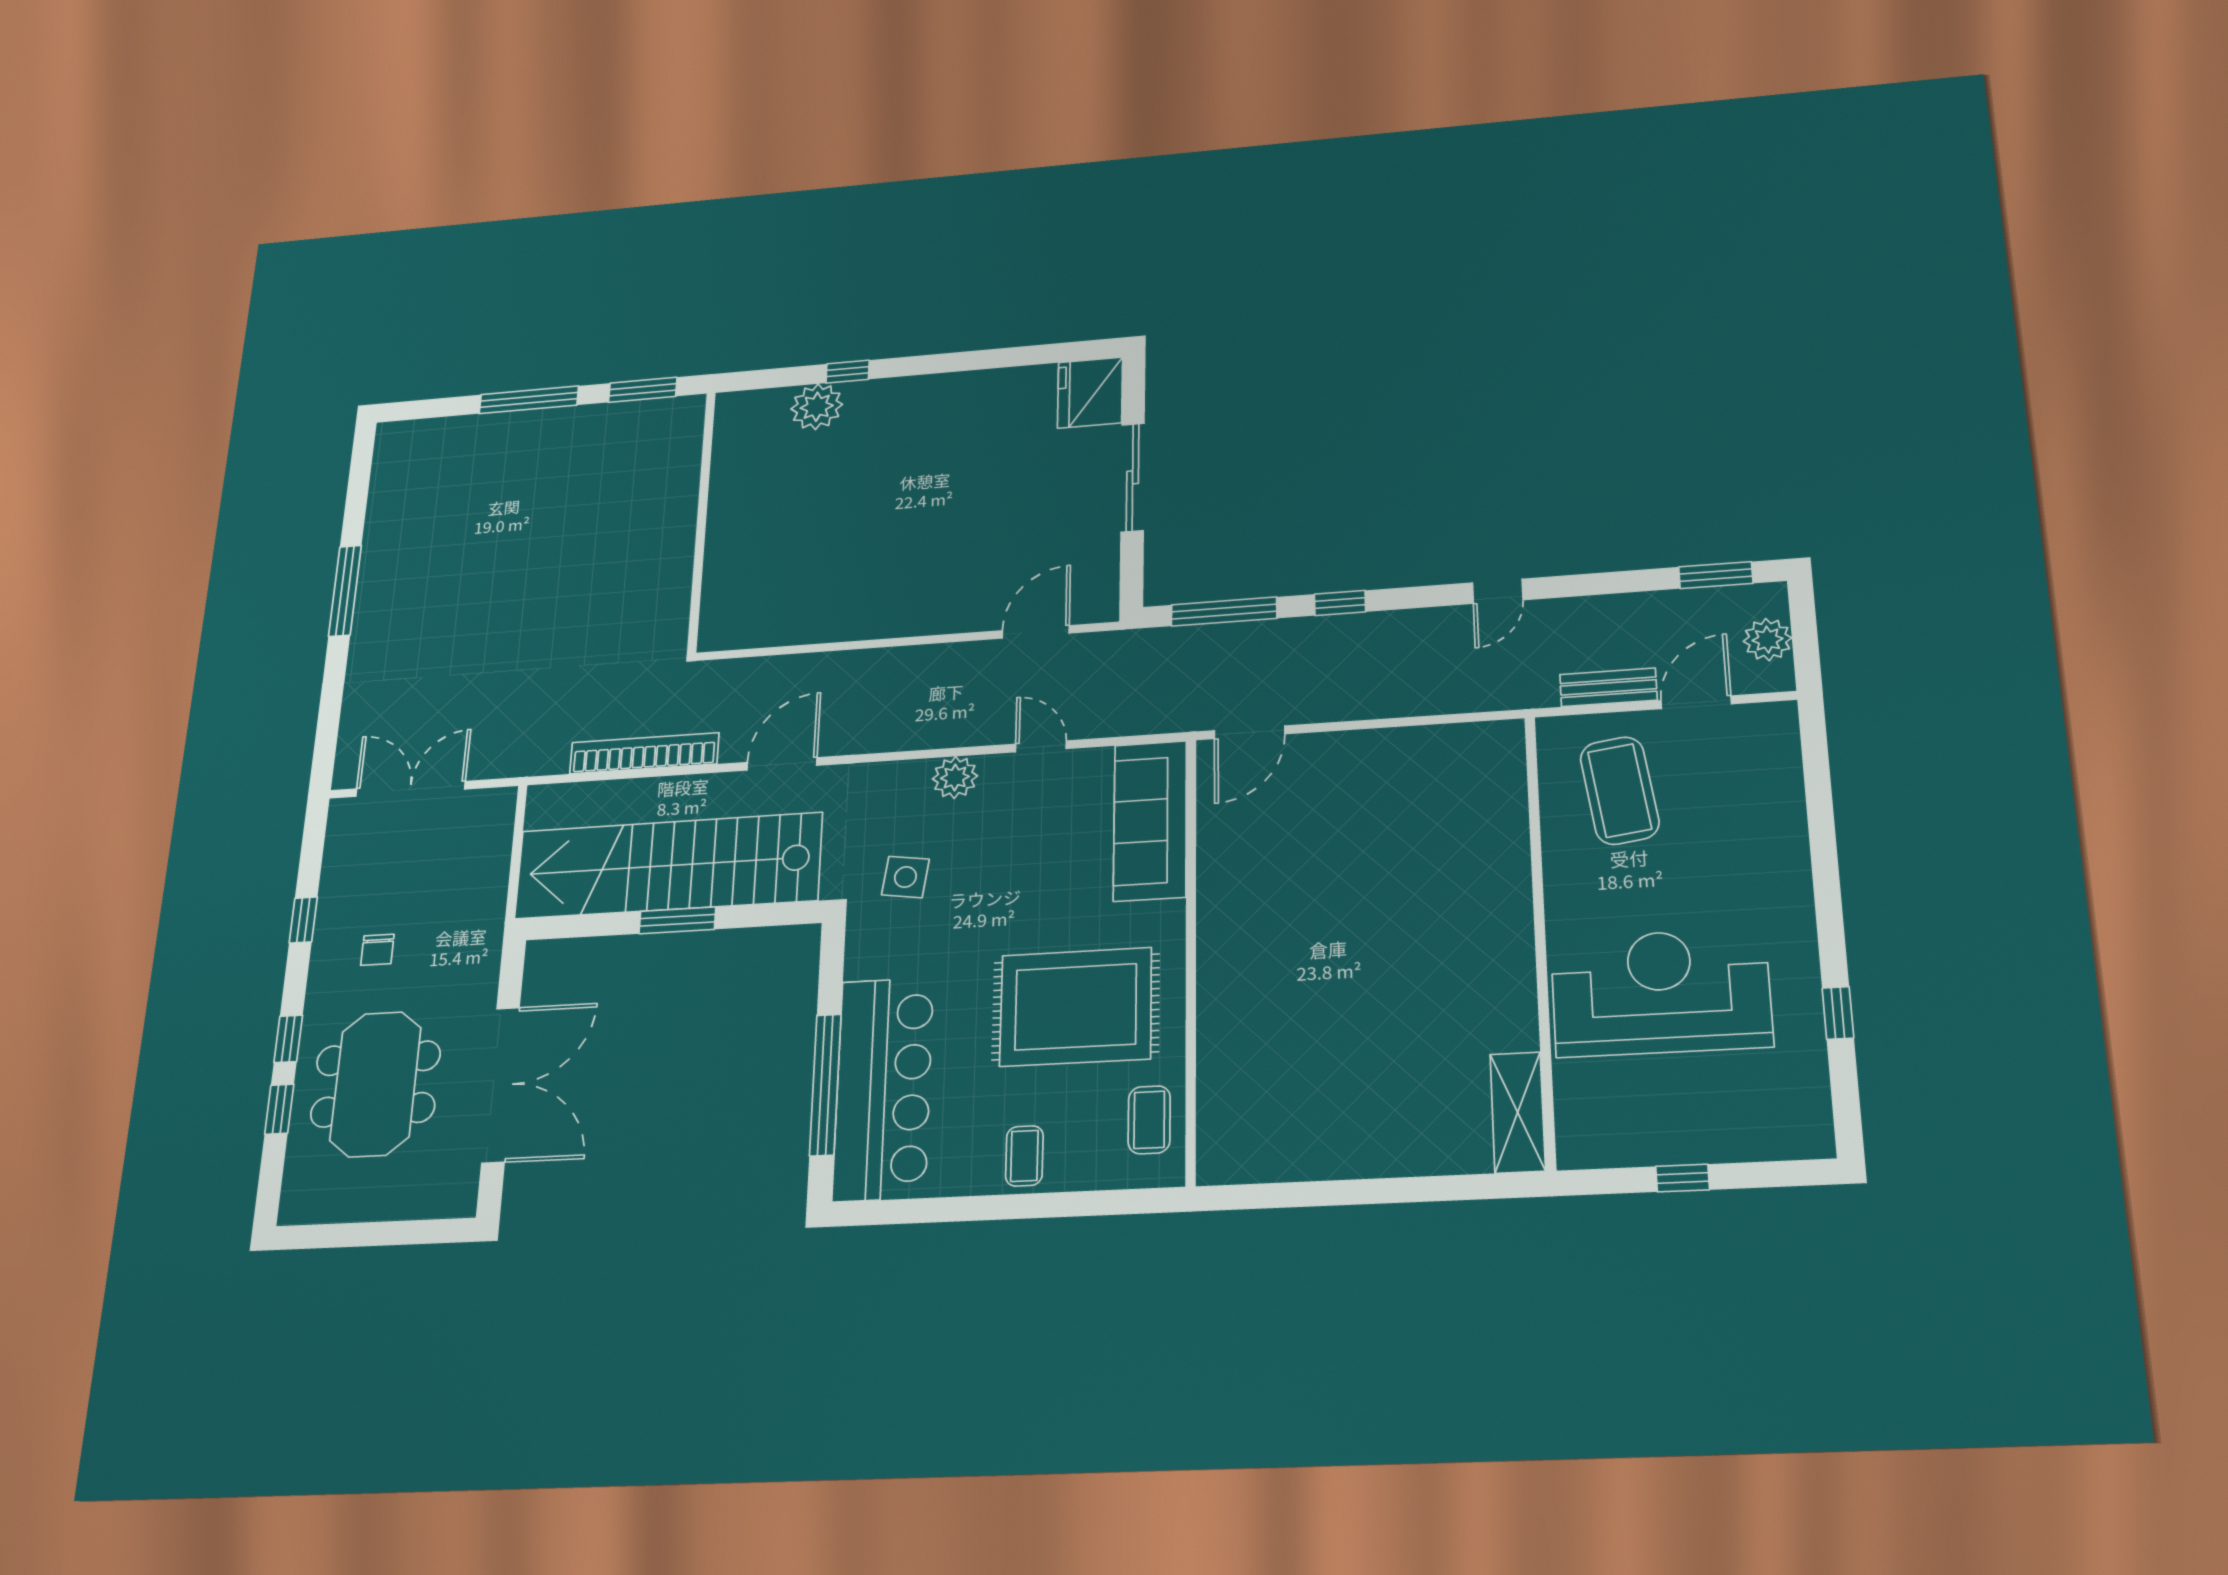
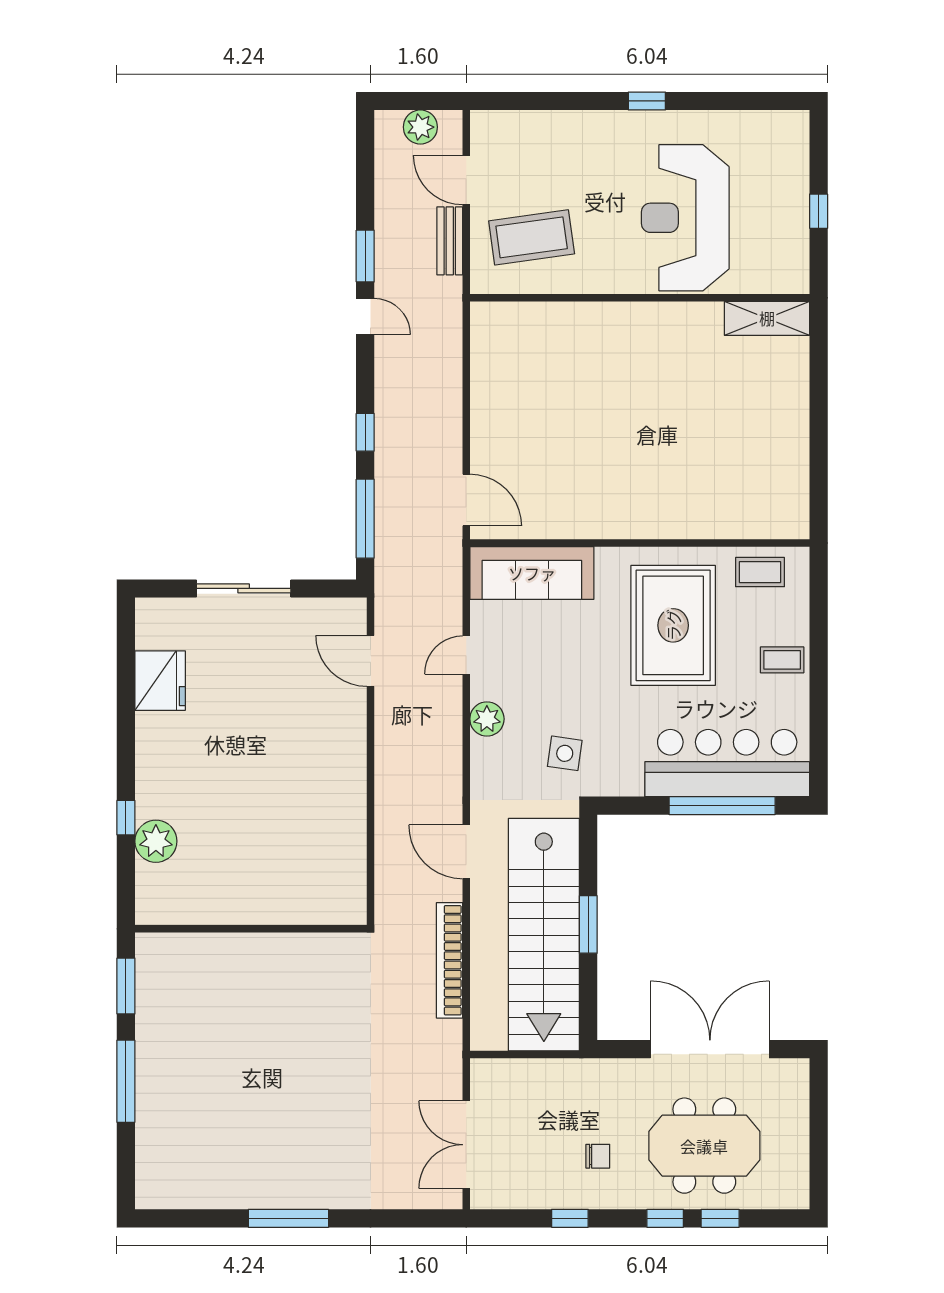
fridge: (1090, 393) -> (160, 681), moved, turned -90
window: (1716, 575) -> (365, 256), moved
window: (1838, 1013) -> (647, 101), moved

